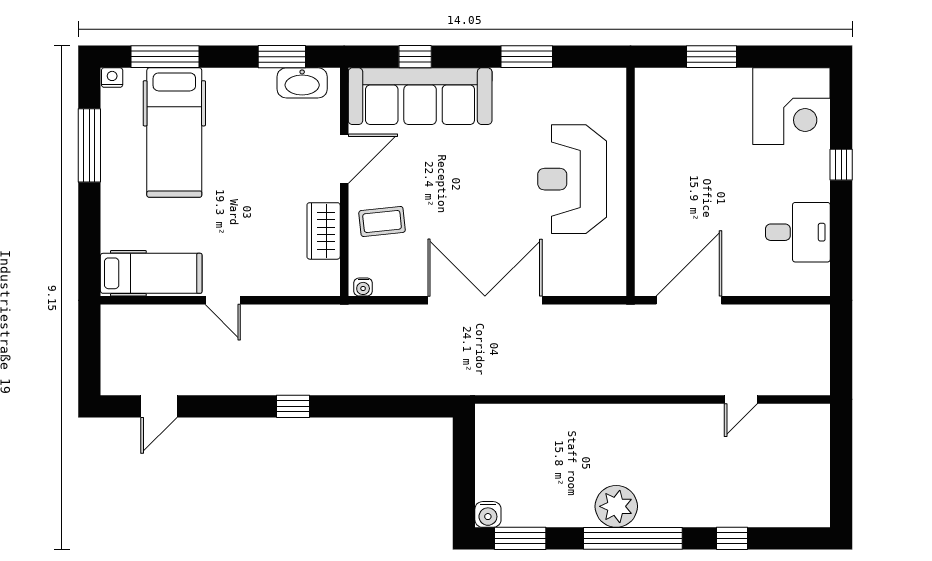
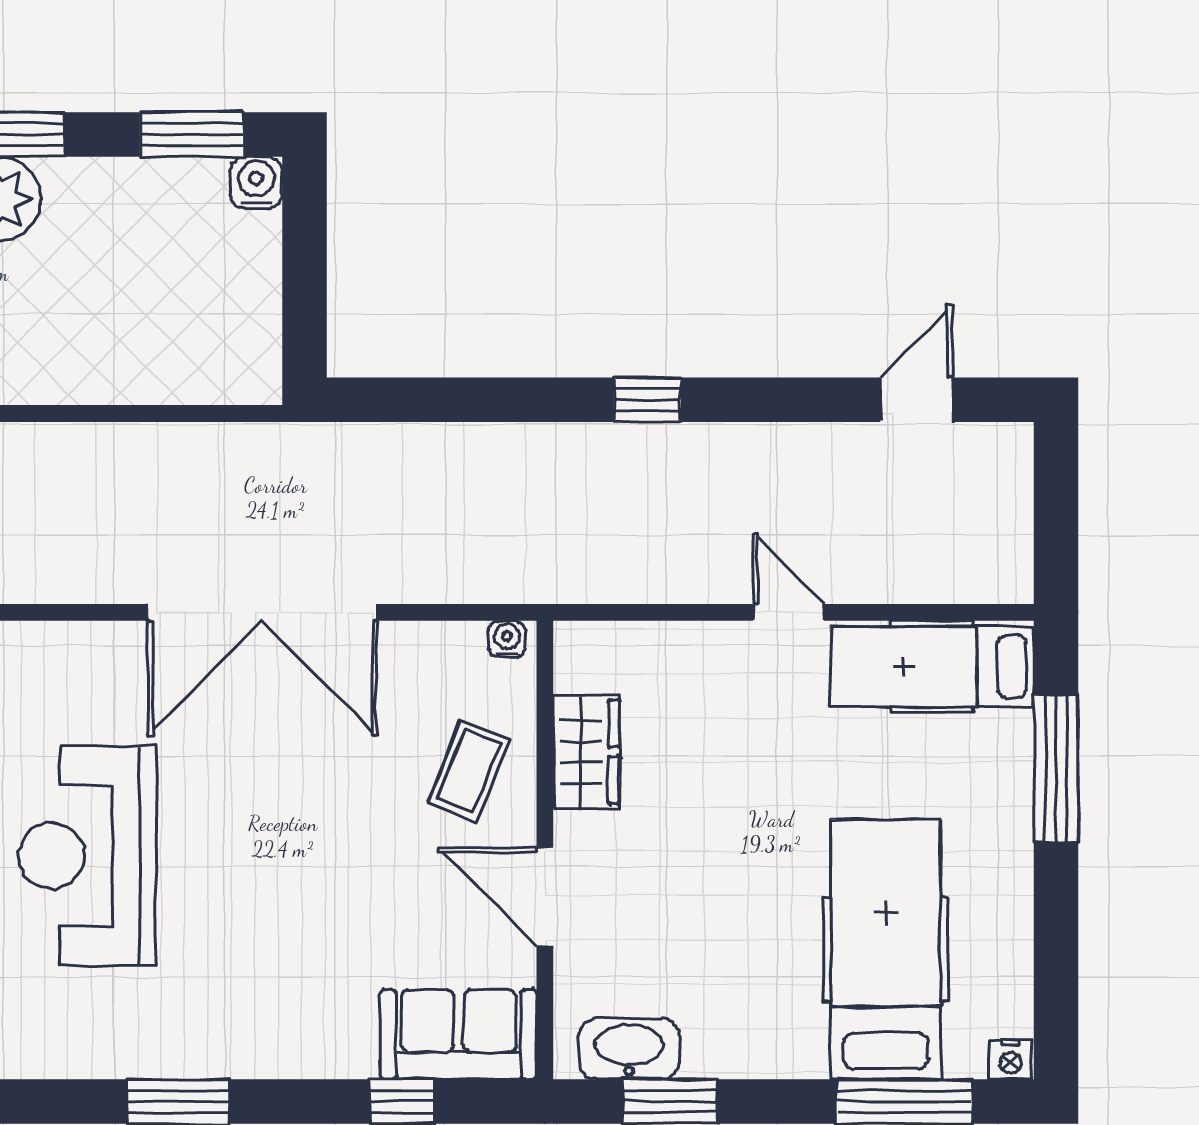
sofa: (420, 96) -> (459, 1034), width x0.54, depth x0.79
window: (89, 145) -> (1056, 768), moved
door: (344, 159) -> (545, 897), hinge flipped
reception desk: (572, 179) -> (87, 856), turned 180
coffee table: (382, 221) -> (469, 771), turned -62

